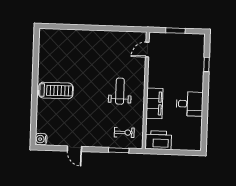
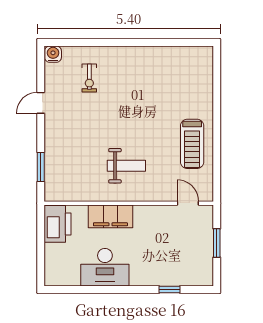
treadmill: (56, 90) -> (192, 144), moved
desk: (190, 104) -> (105, 267), width x1.37
exercise bike: (124, 132) -> (89, 78), moved

